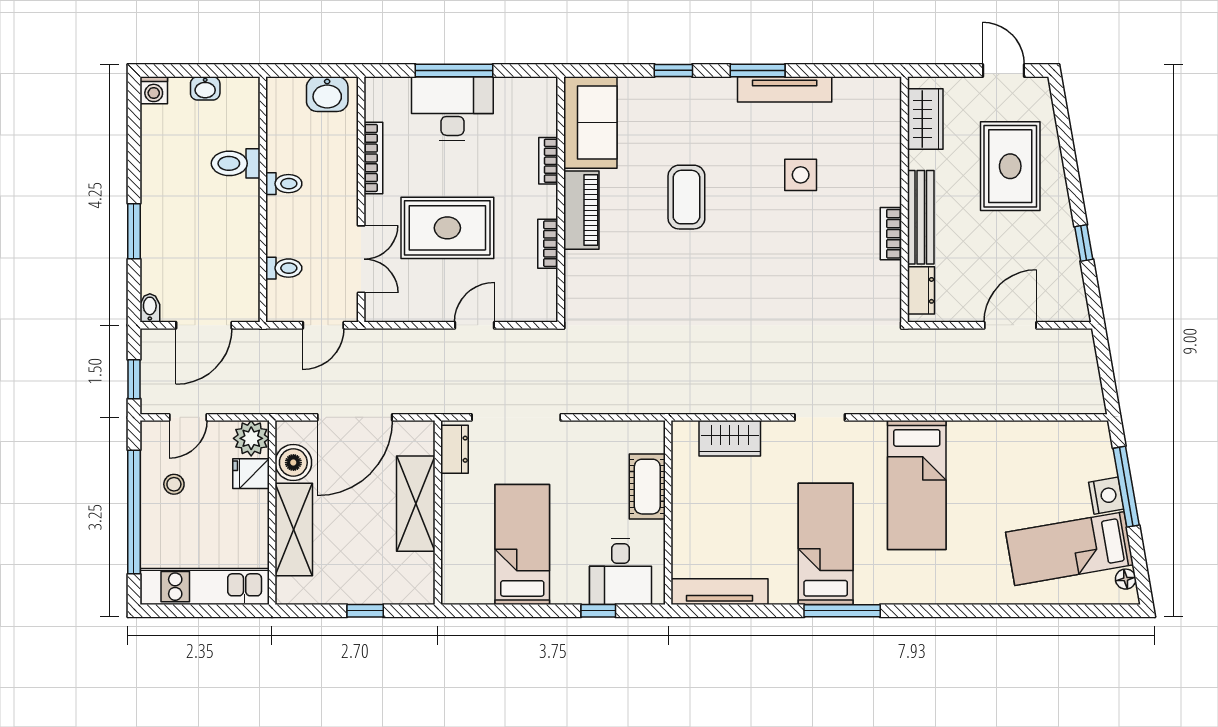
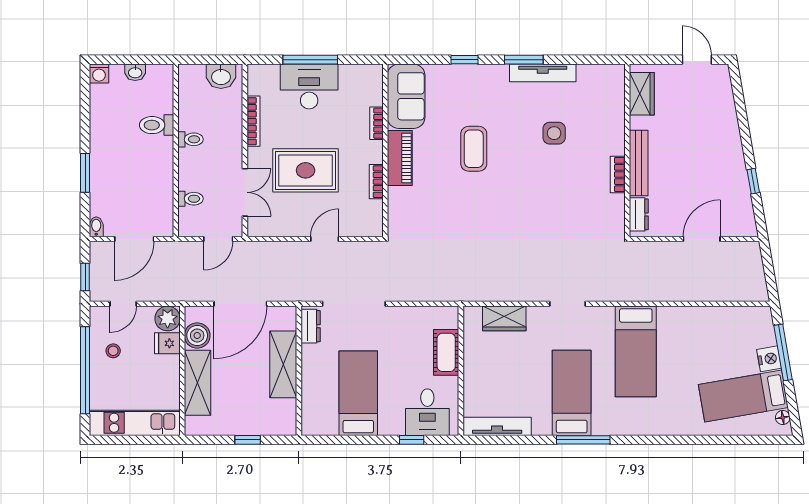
rug: (1010, 166) -> (702, 127), removed

